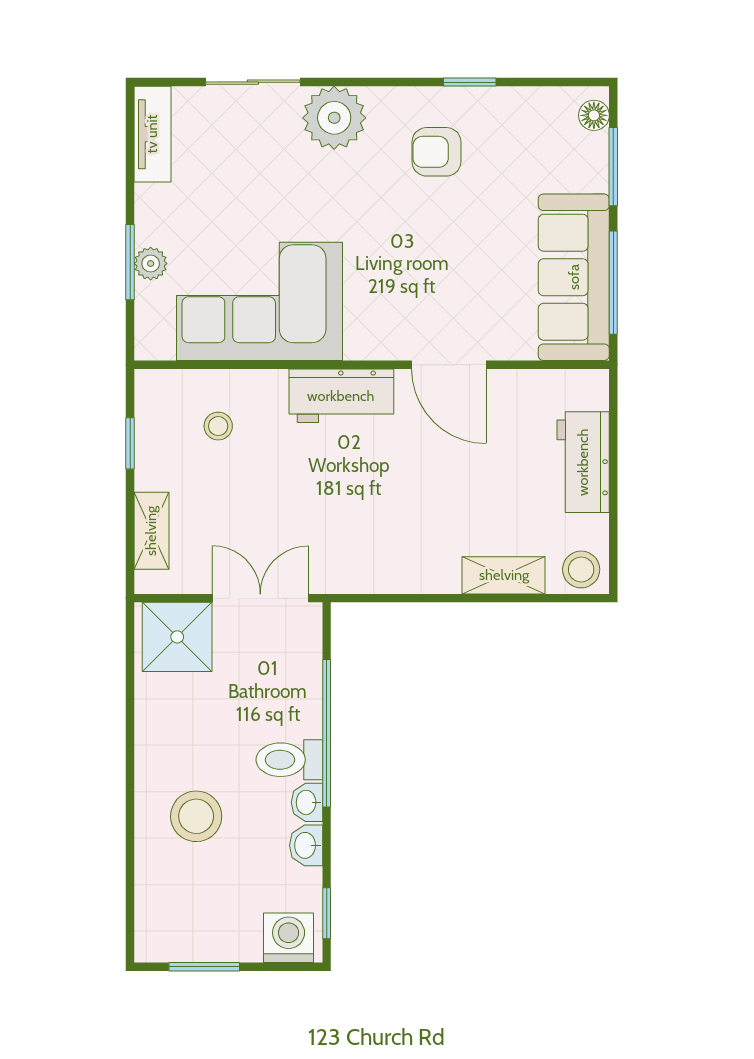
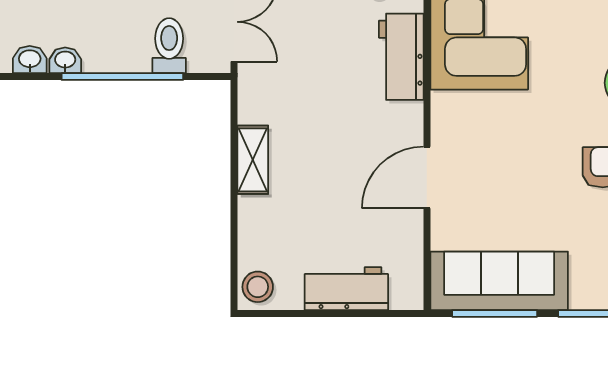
workbench: (341, 396) -> (401, 57), moved
shelving: (504, 575) -> (253, 160), moved
toilet: (289, 760) -> (169, 46), moved

